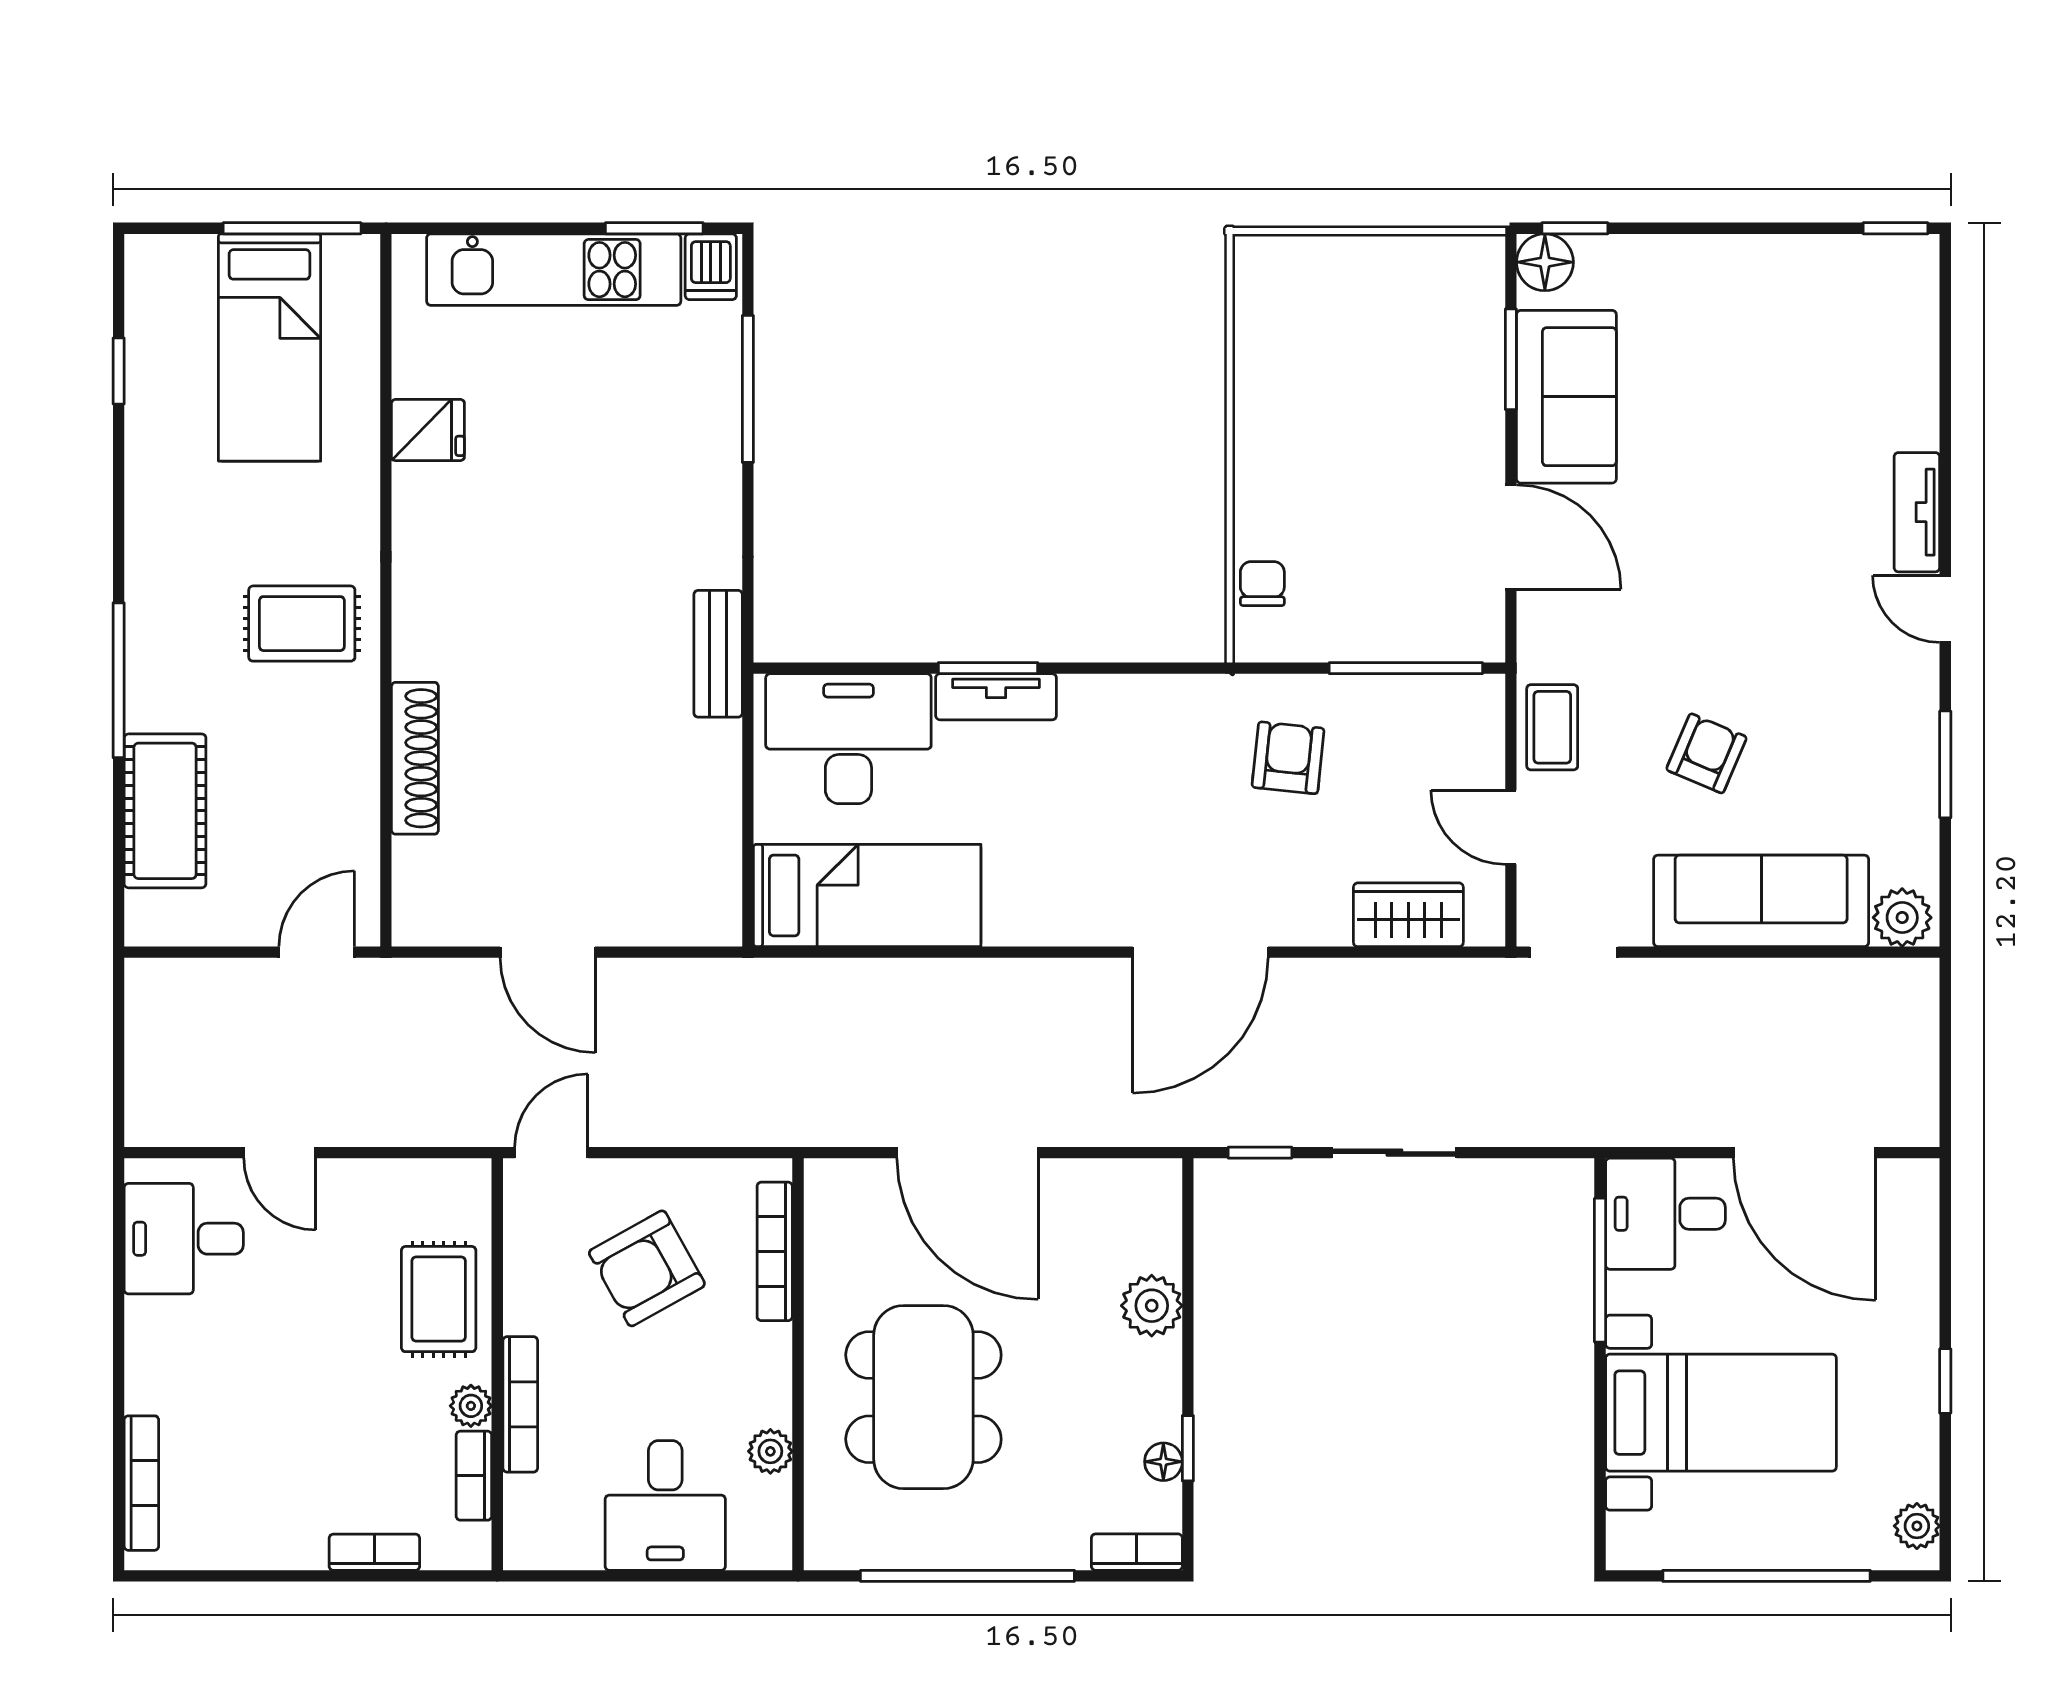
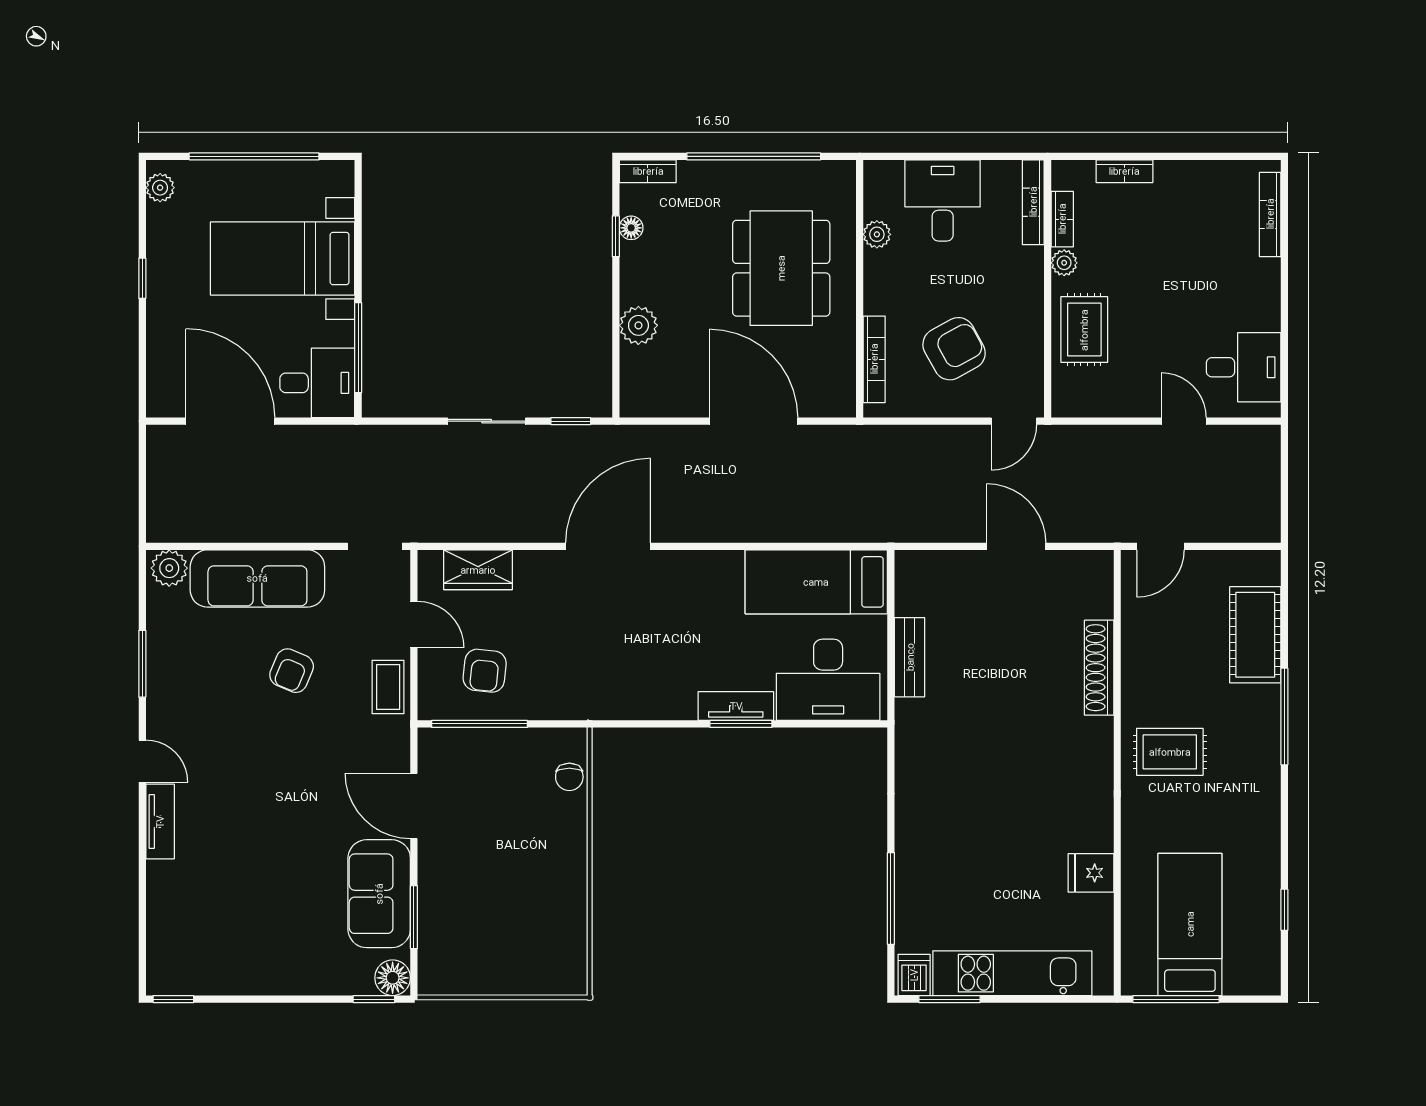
bench: (718, 654) -> (910, 657), moved
armchair: (1288, 758) -> (485, 671), moved
bookcase: (520, 1404) -> (1033, 202), moved

